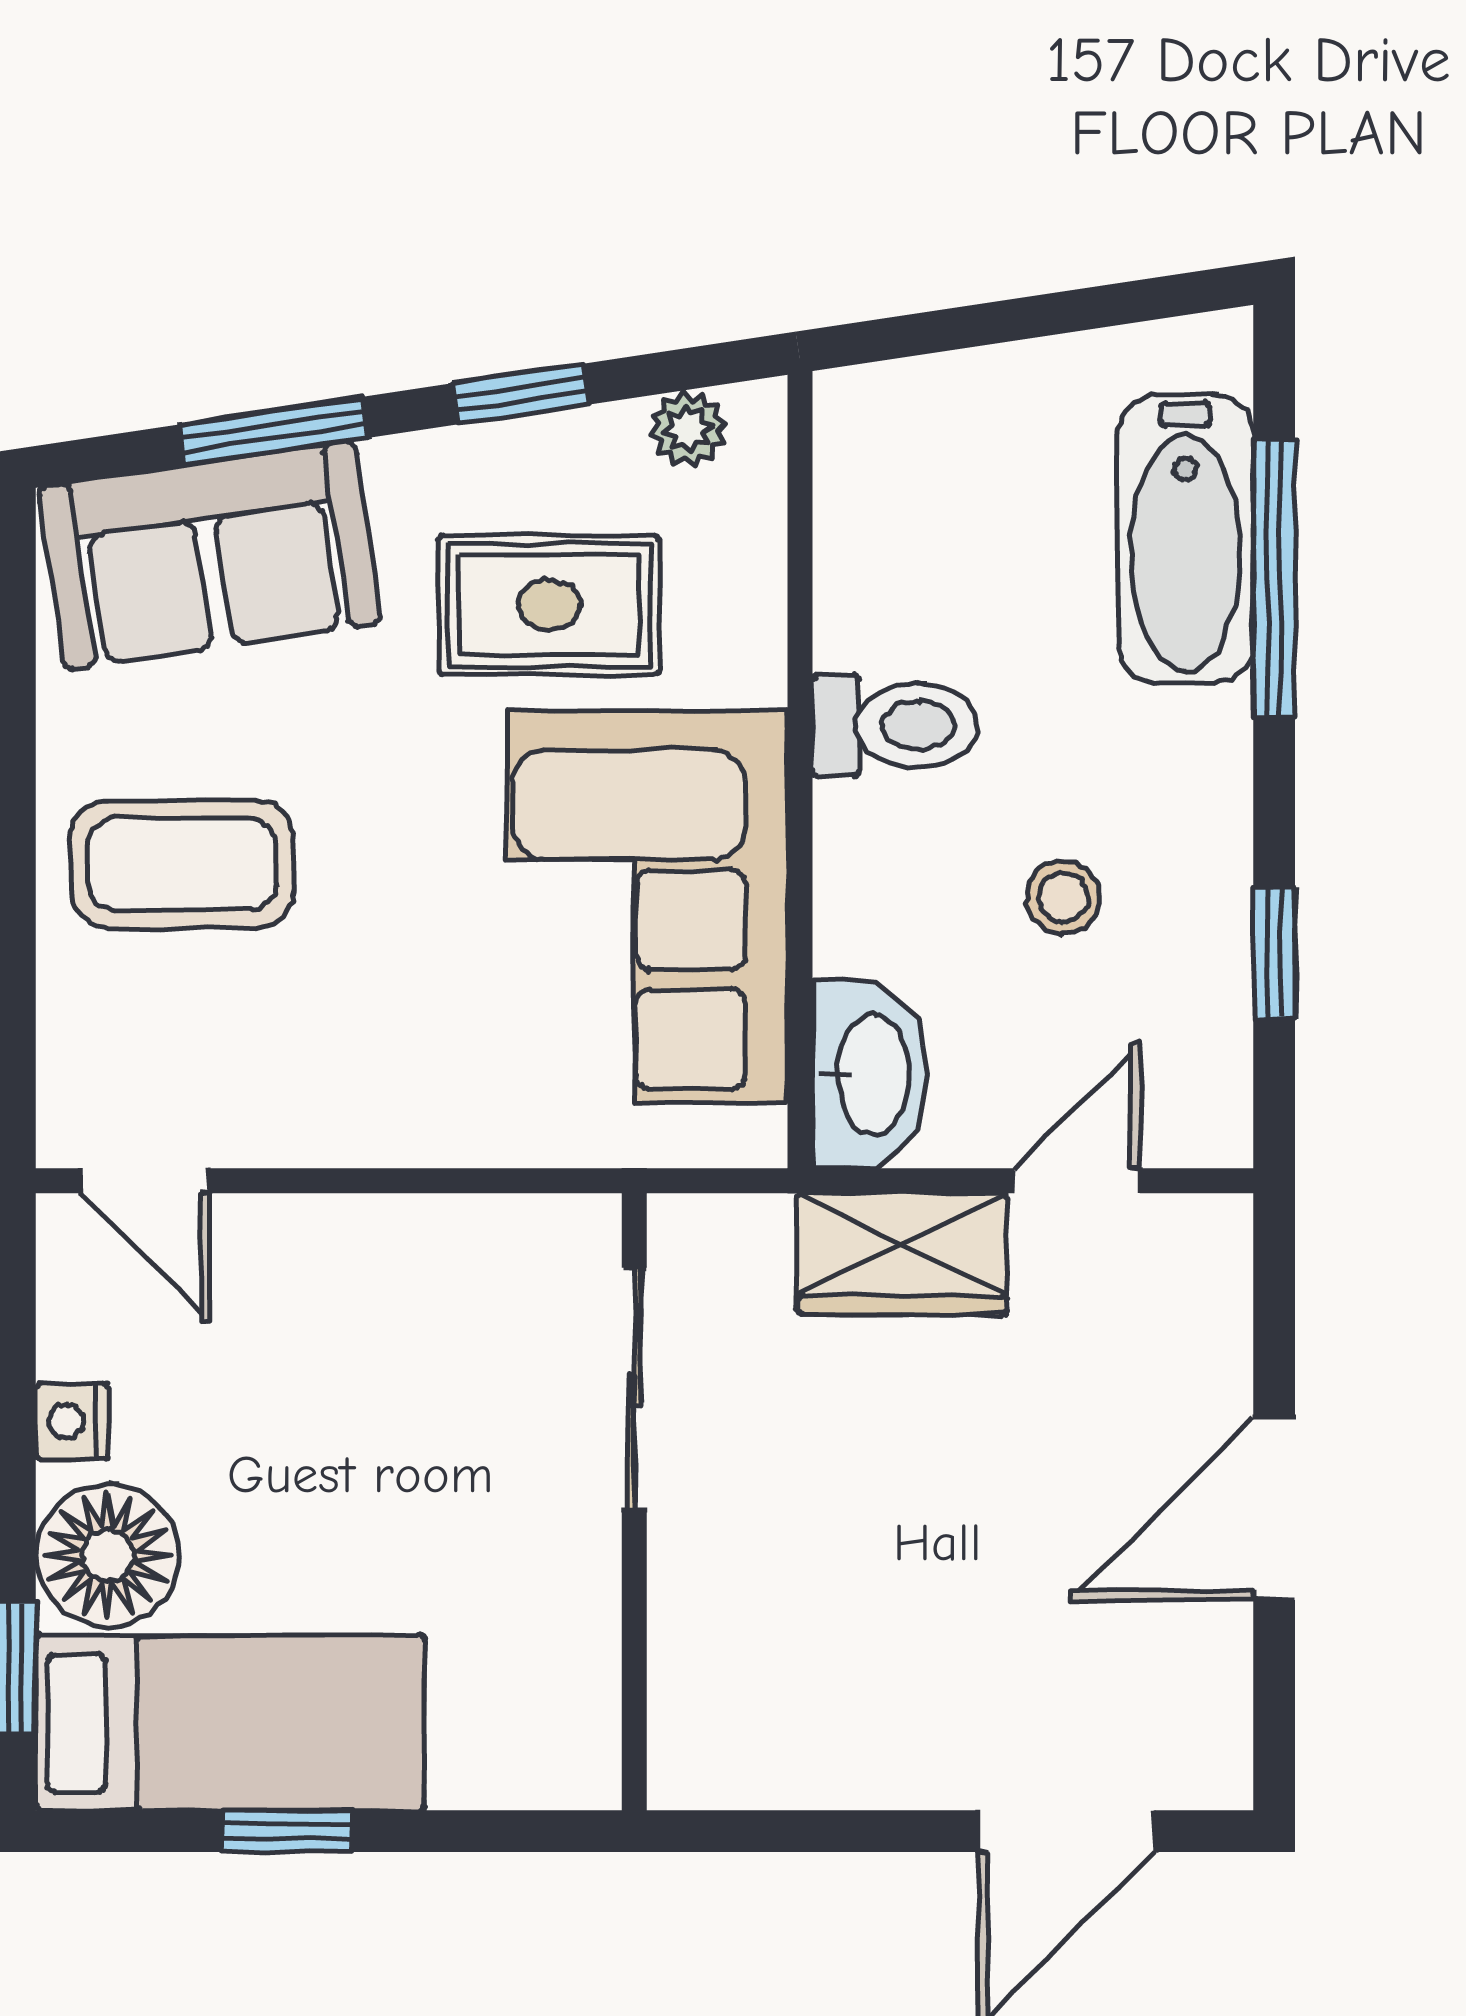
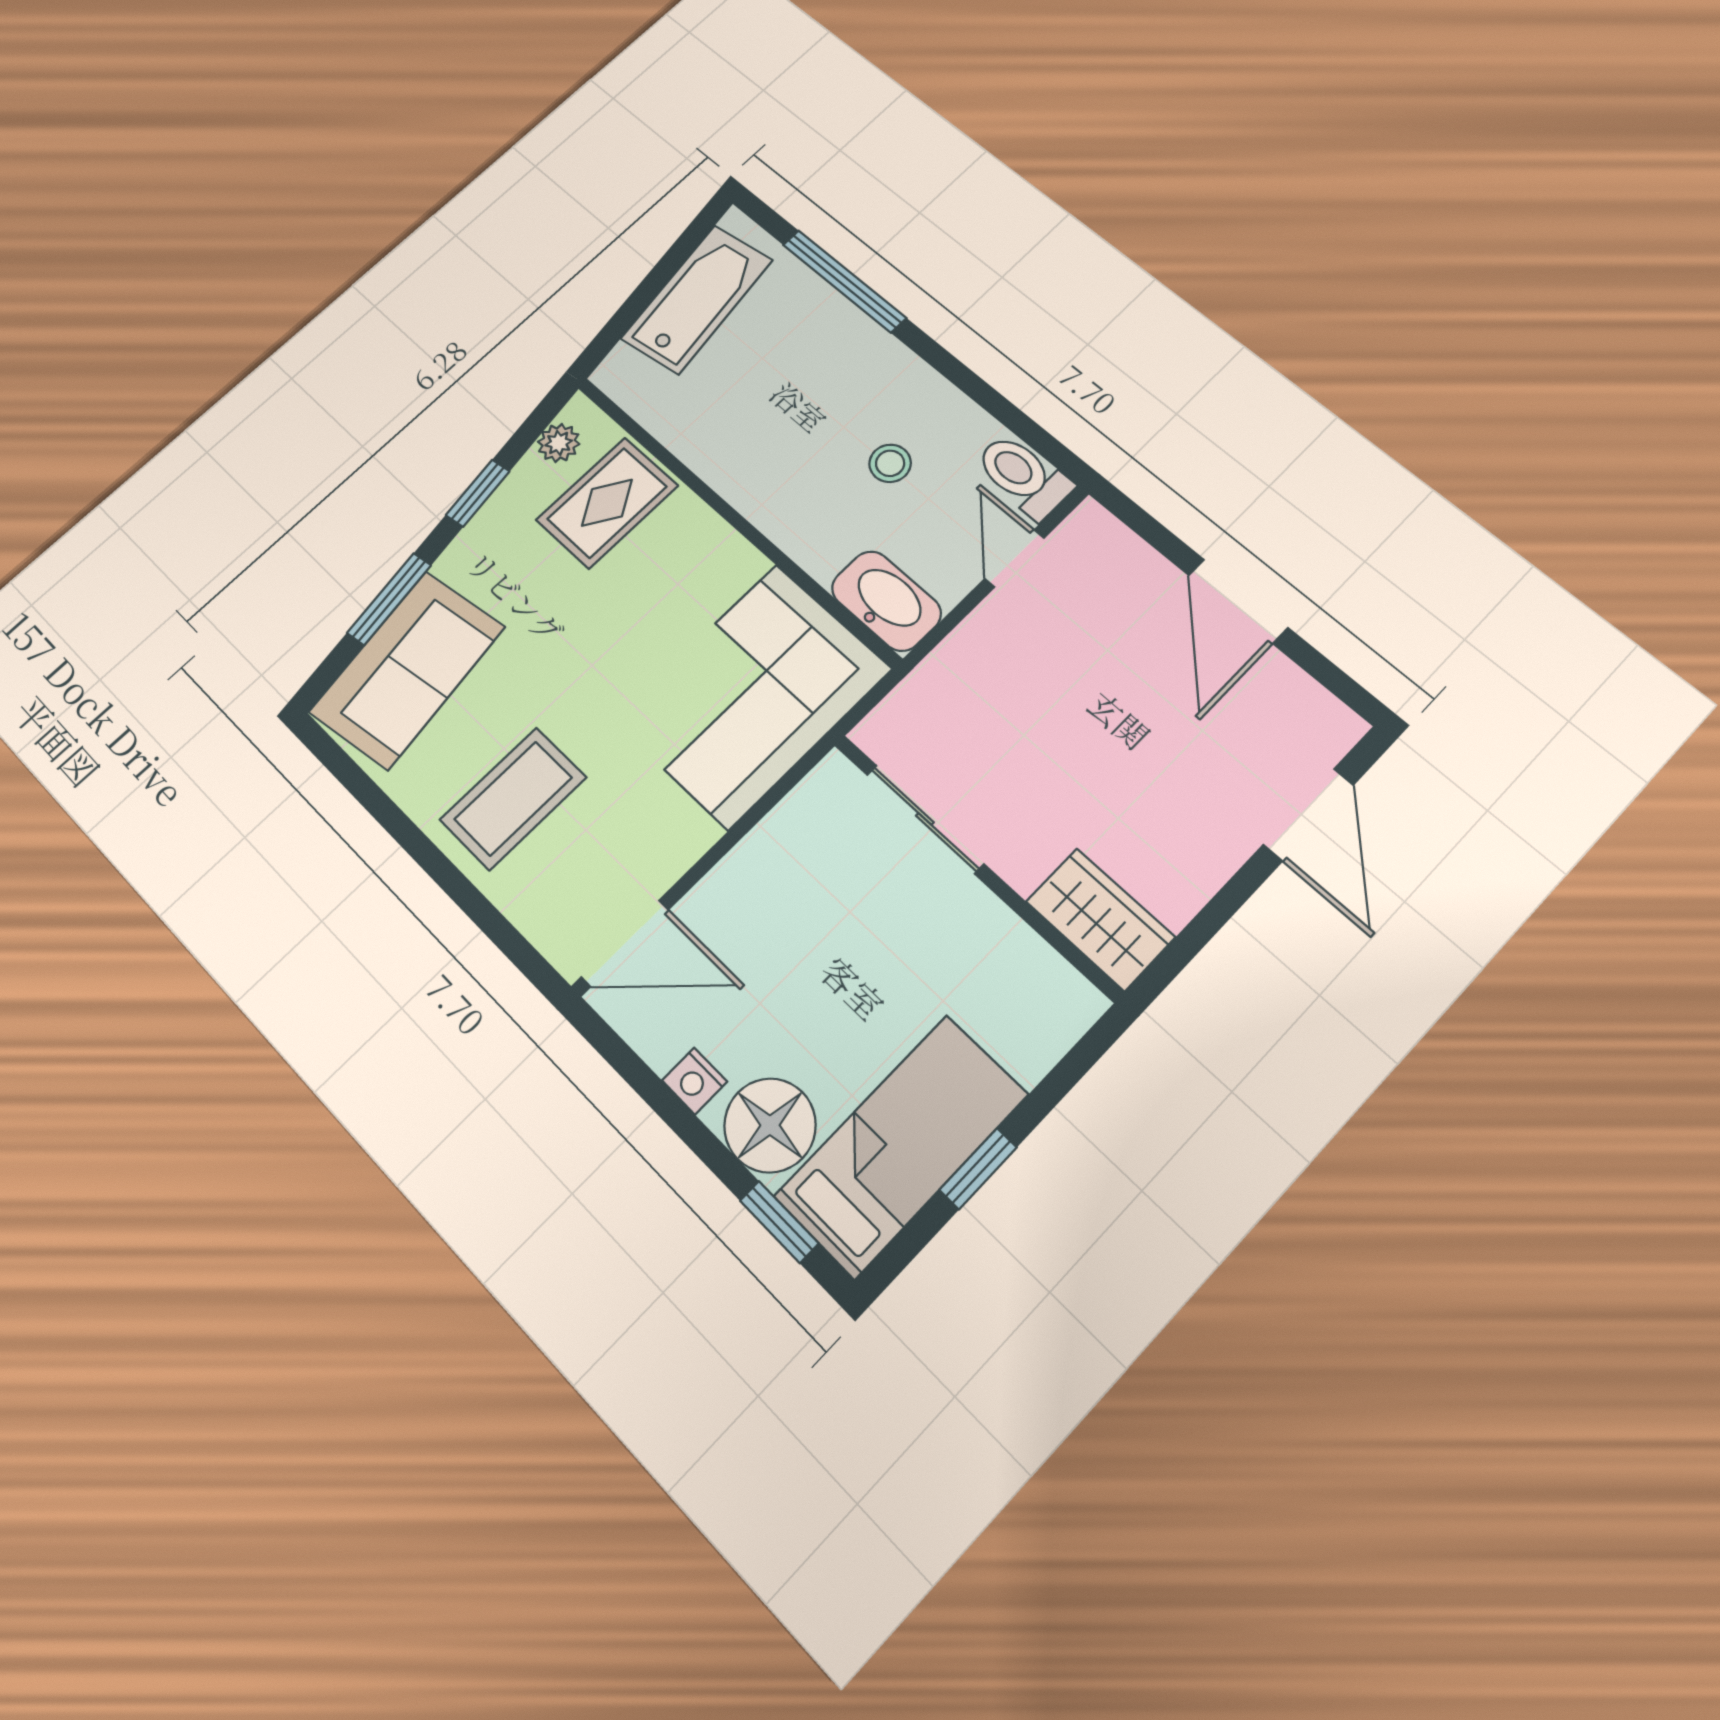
bathtub: (1185, 539) -> (697, 299), moved, turned -99
rug: (549, 605) -> (607, 503), moved
toilet: (895, 725) -> (1023, 476), moved, turned -90
corner sofa: (647, 907) -> (753, 695), moved, turned 90
window: (1274, 953) -> (995, 404), removed
door: (145, 1181) -> (625, 943), width x1.37
wardrobe: (902, 1254) -> (1100, 919), moved, turned -90

